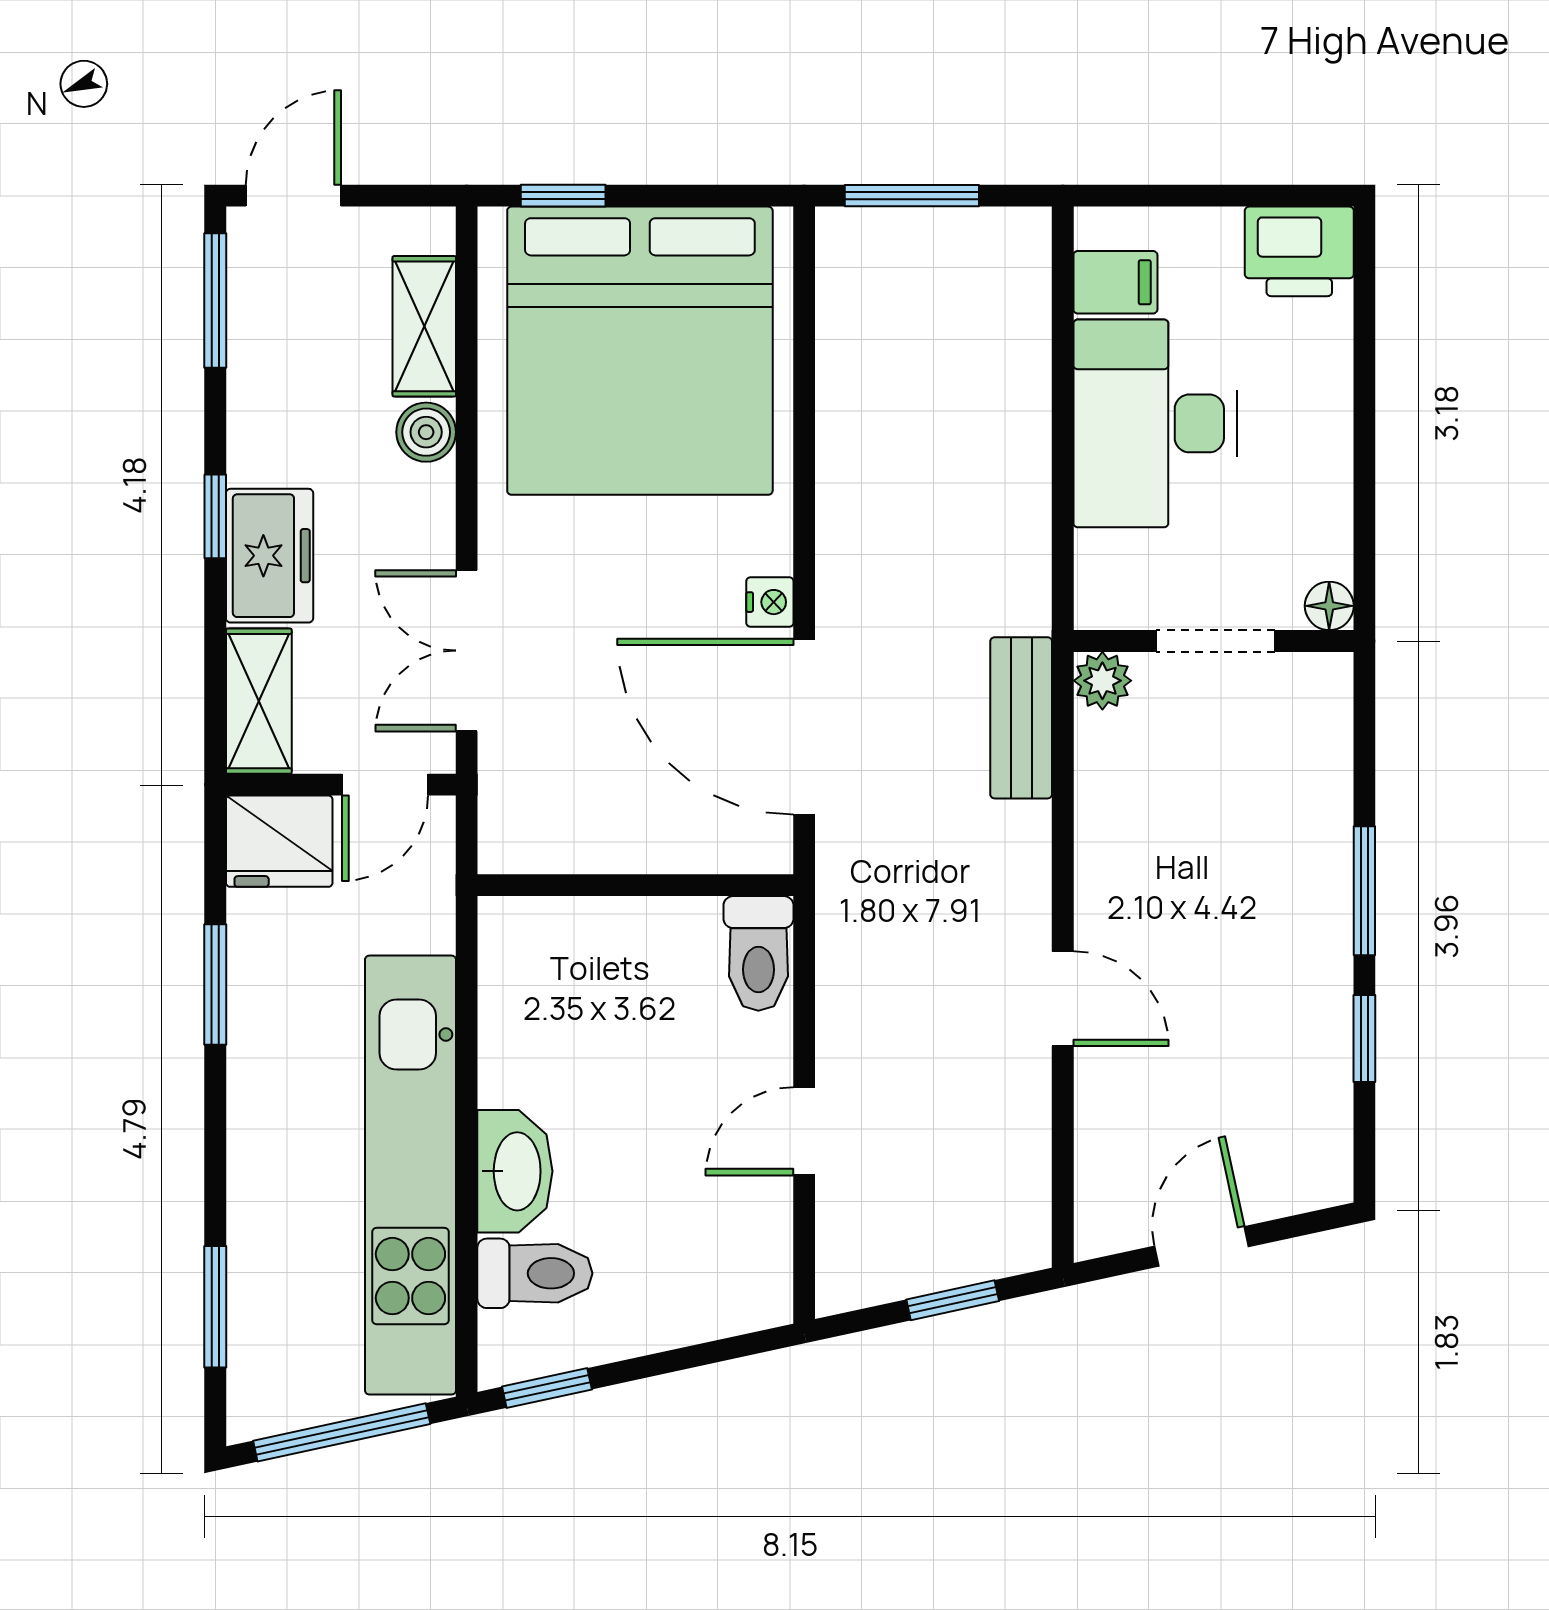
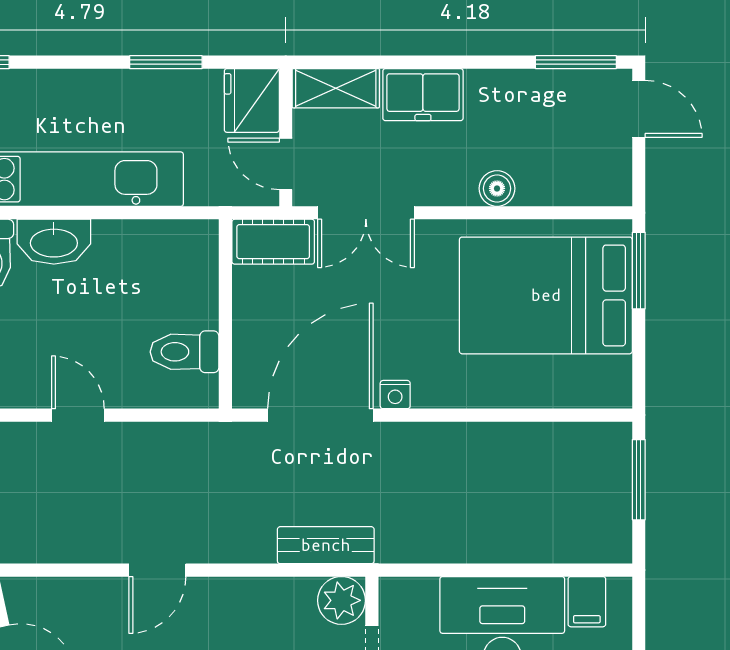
window: (563, 196) -> (639, 271), width x1.50
shelving: (424, 326) -> (560, 187), removed
bed: (640, 351) -> (546, 295), width x0.73
window: (215, 516) -> (446, 62), removed
double door: (467, 651) -> (366, 213), swing flipped
plant: (1102, 681) -> (341, 600), width x1.38, depth x1.38
cot: (515, 806) -> (273, 242), added
toilet: (758, 953) -> (185, 352), moved

